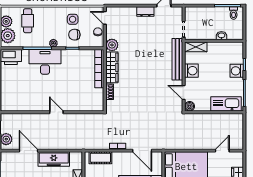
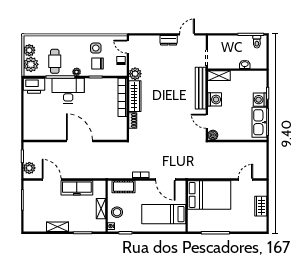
cafe table: (28, 21) -> (55, 61), moved
kitchen sink: (226, 104) -> (259, 122), moved, turned -90
door: (56, 112) -> (79, 141), width x1.87

